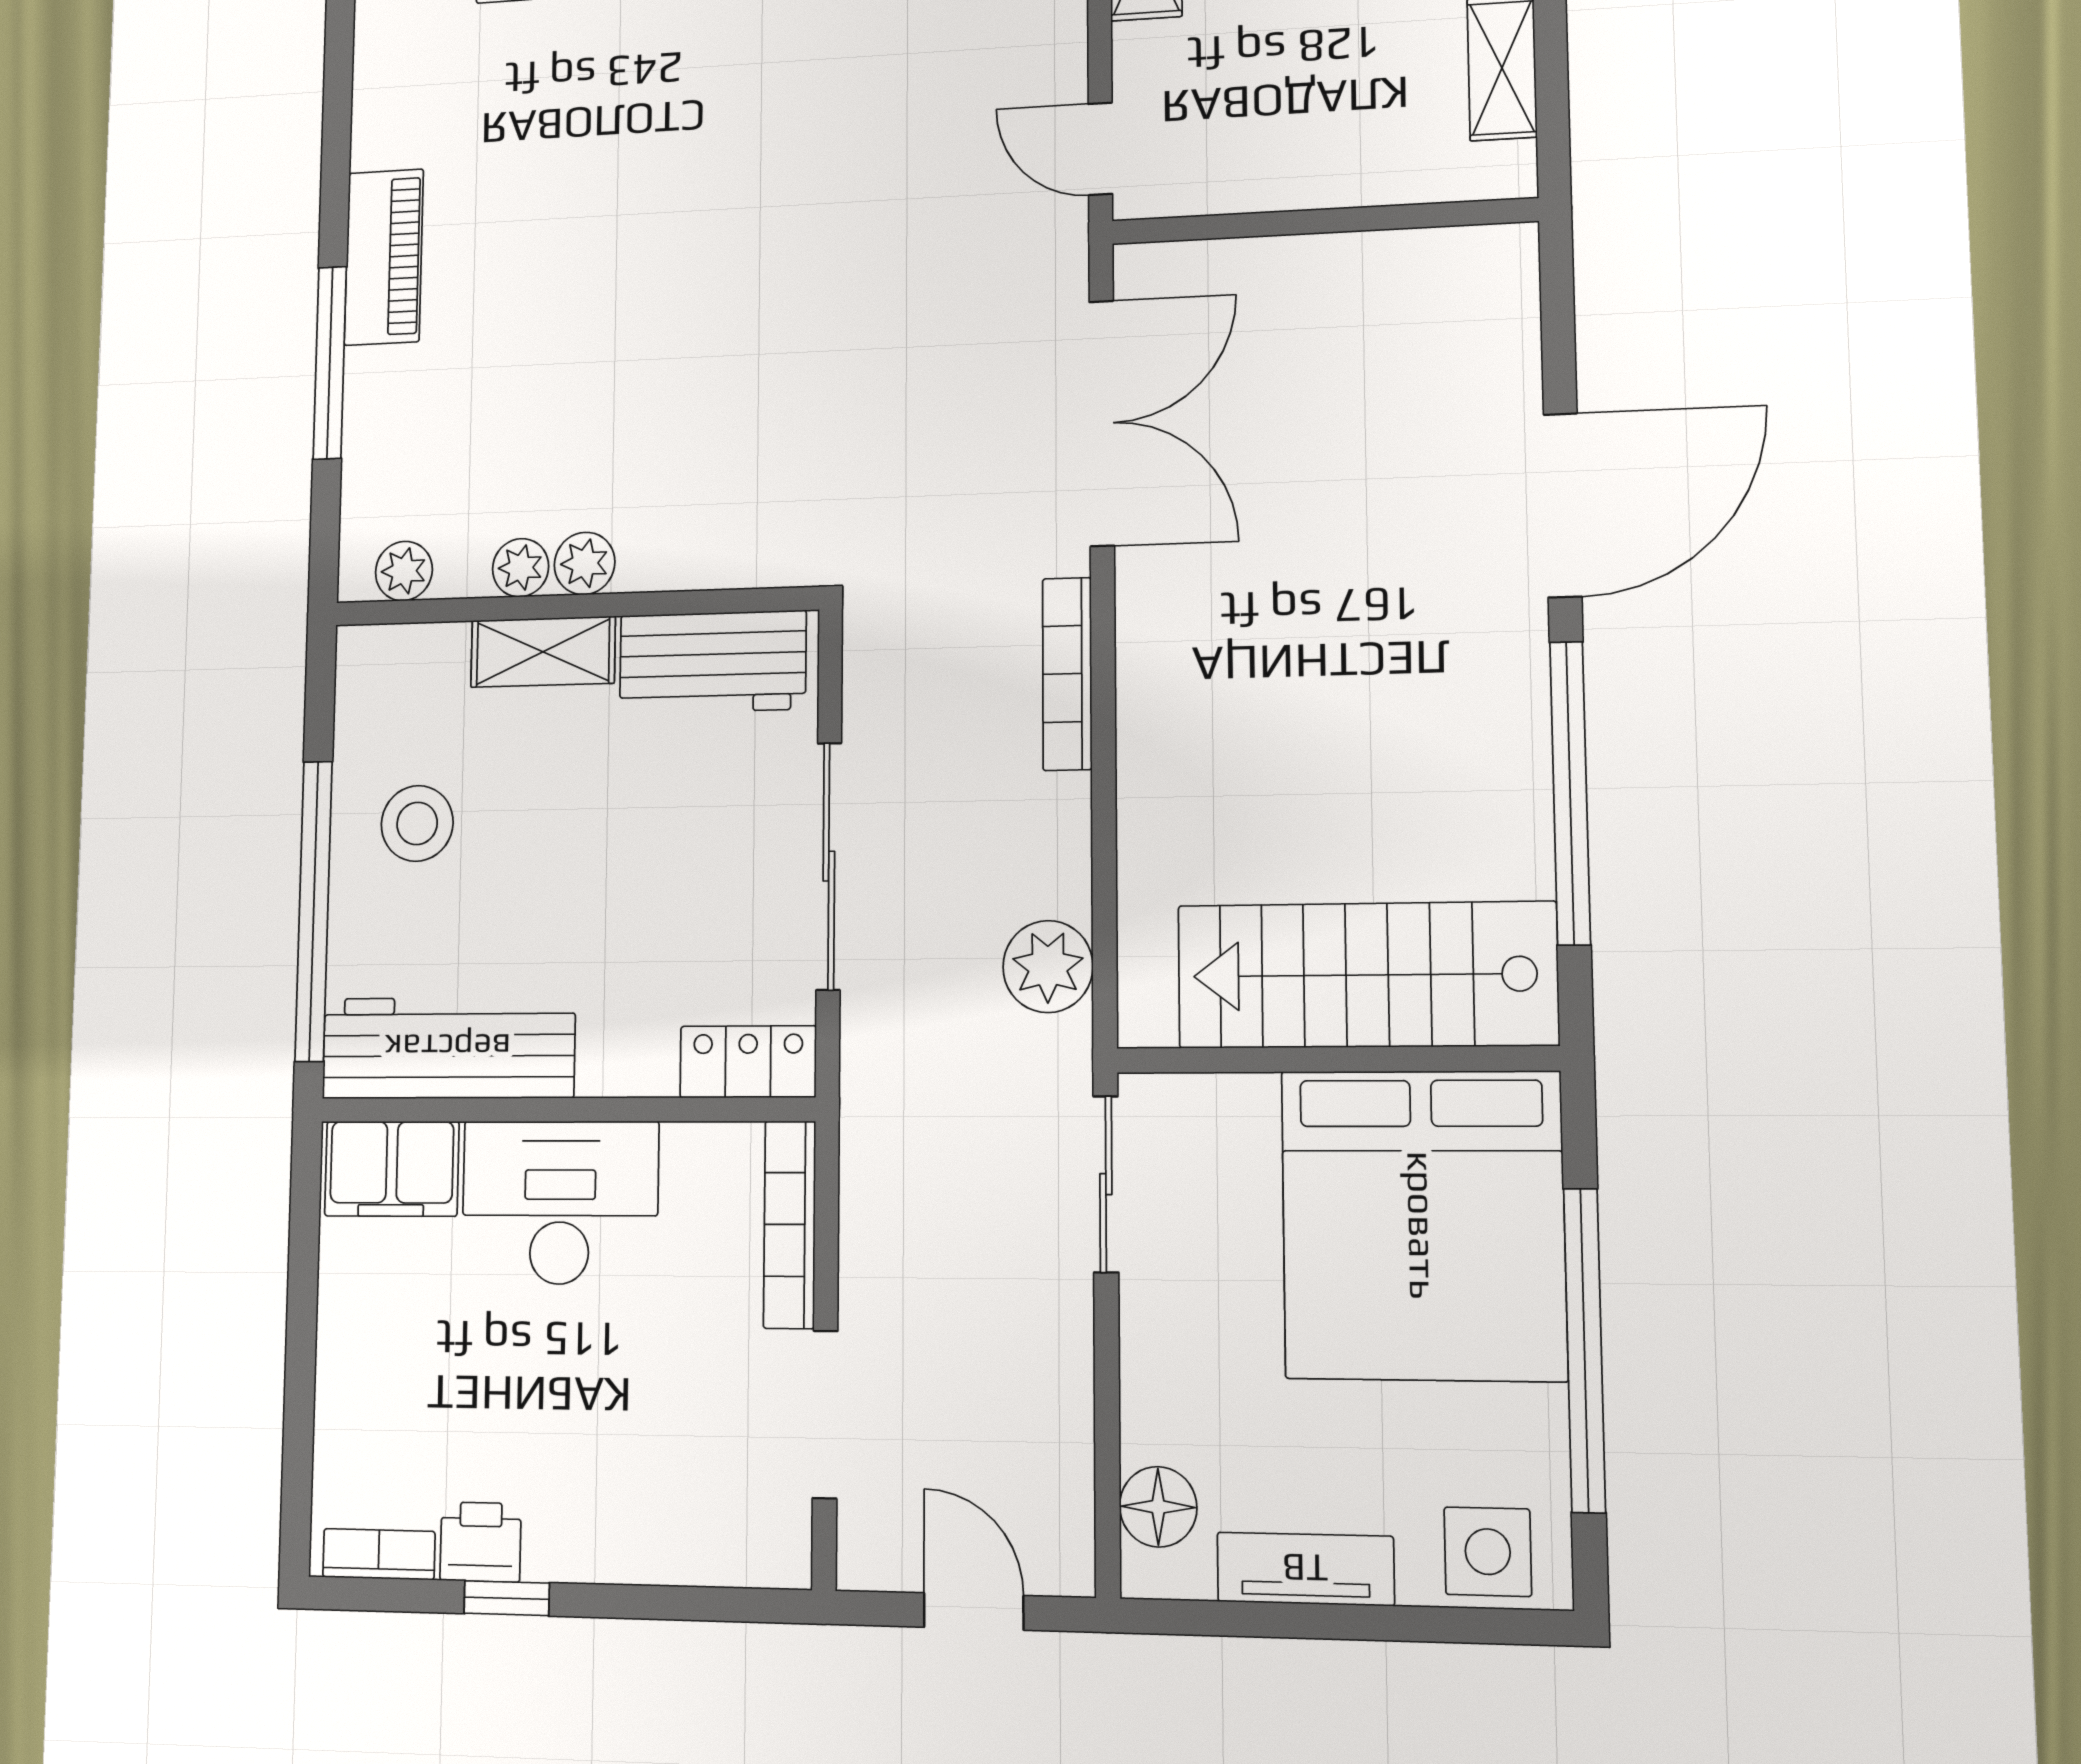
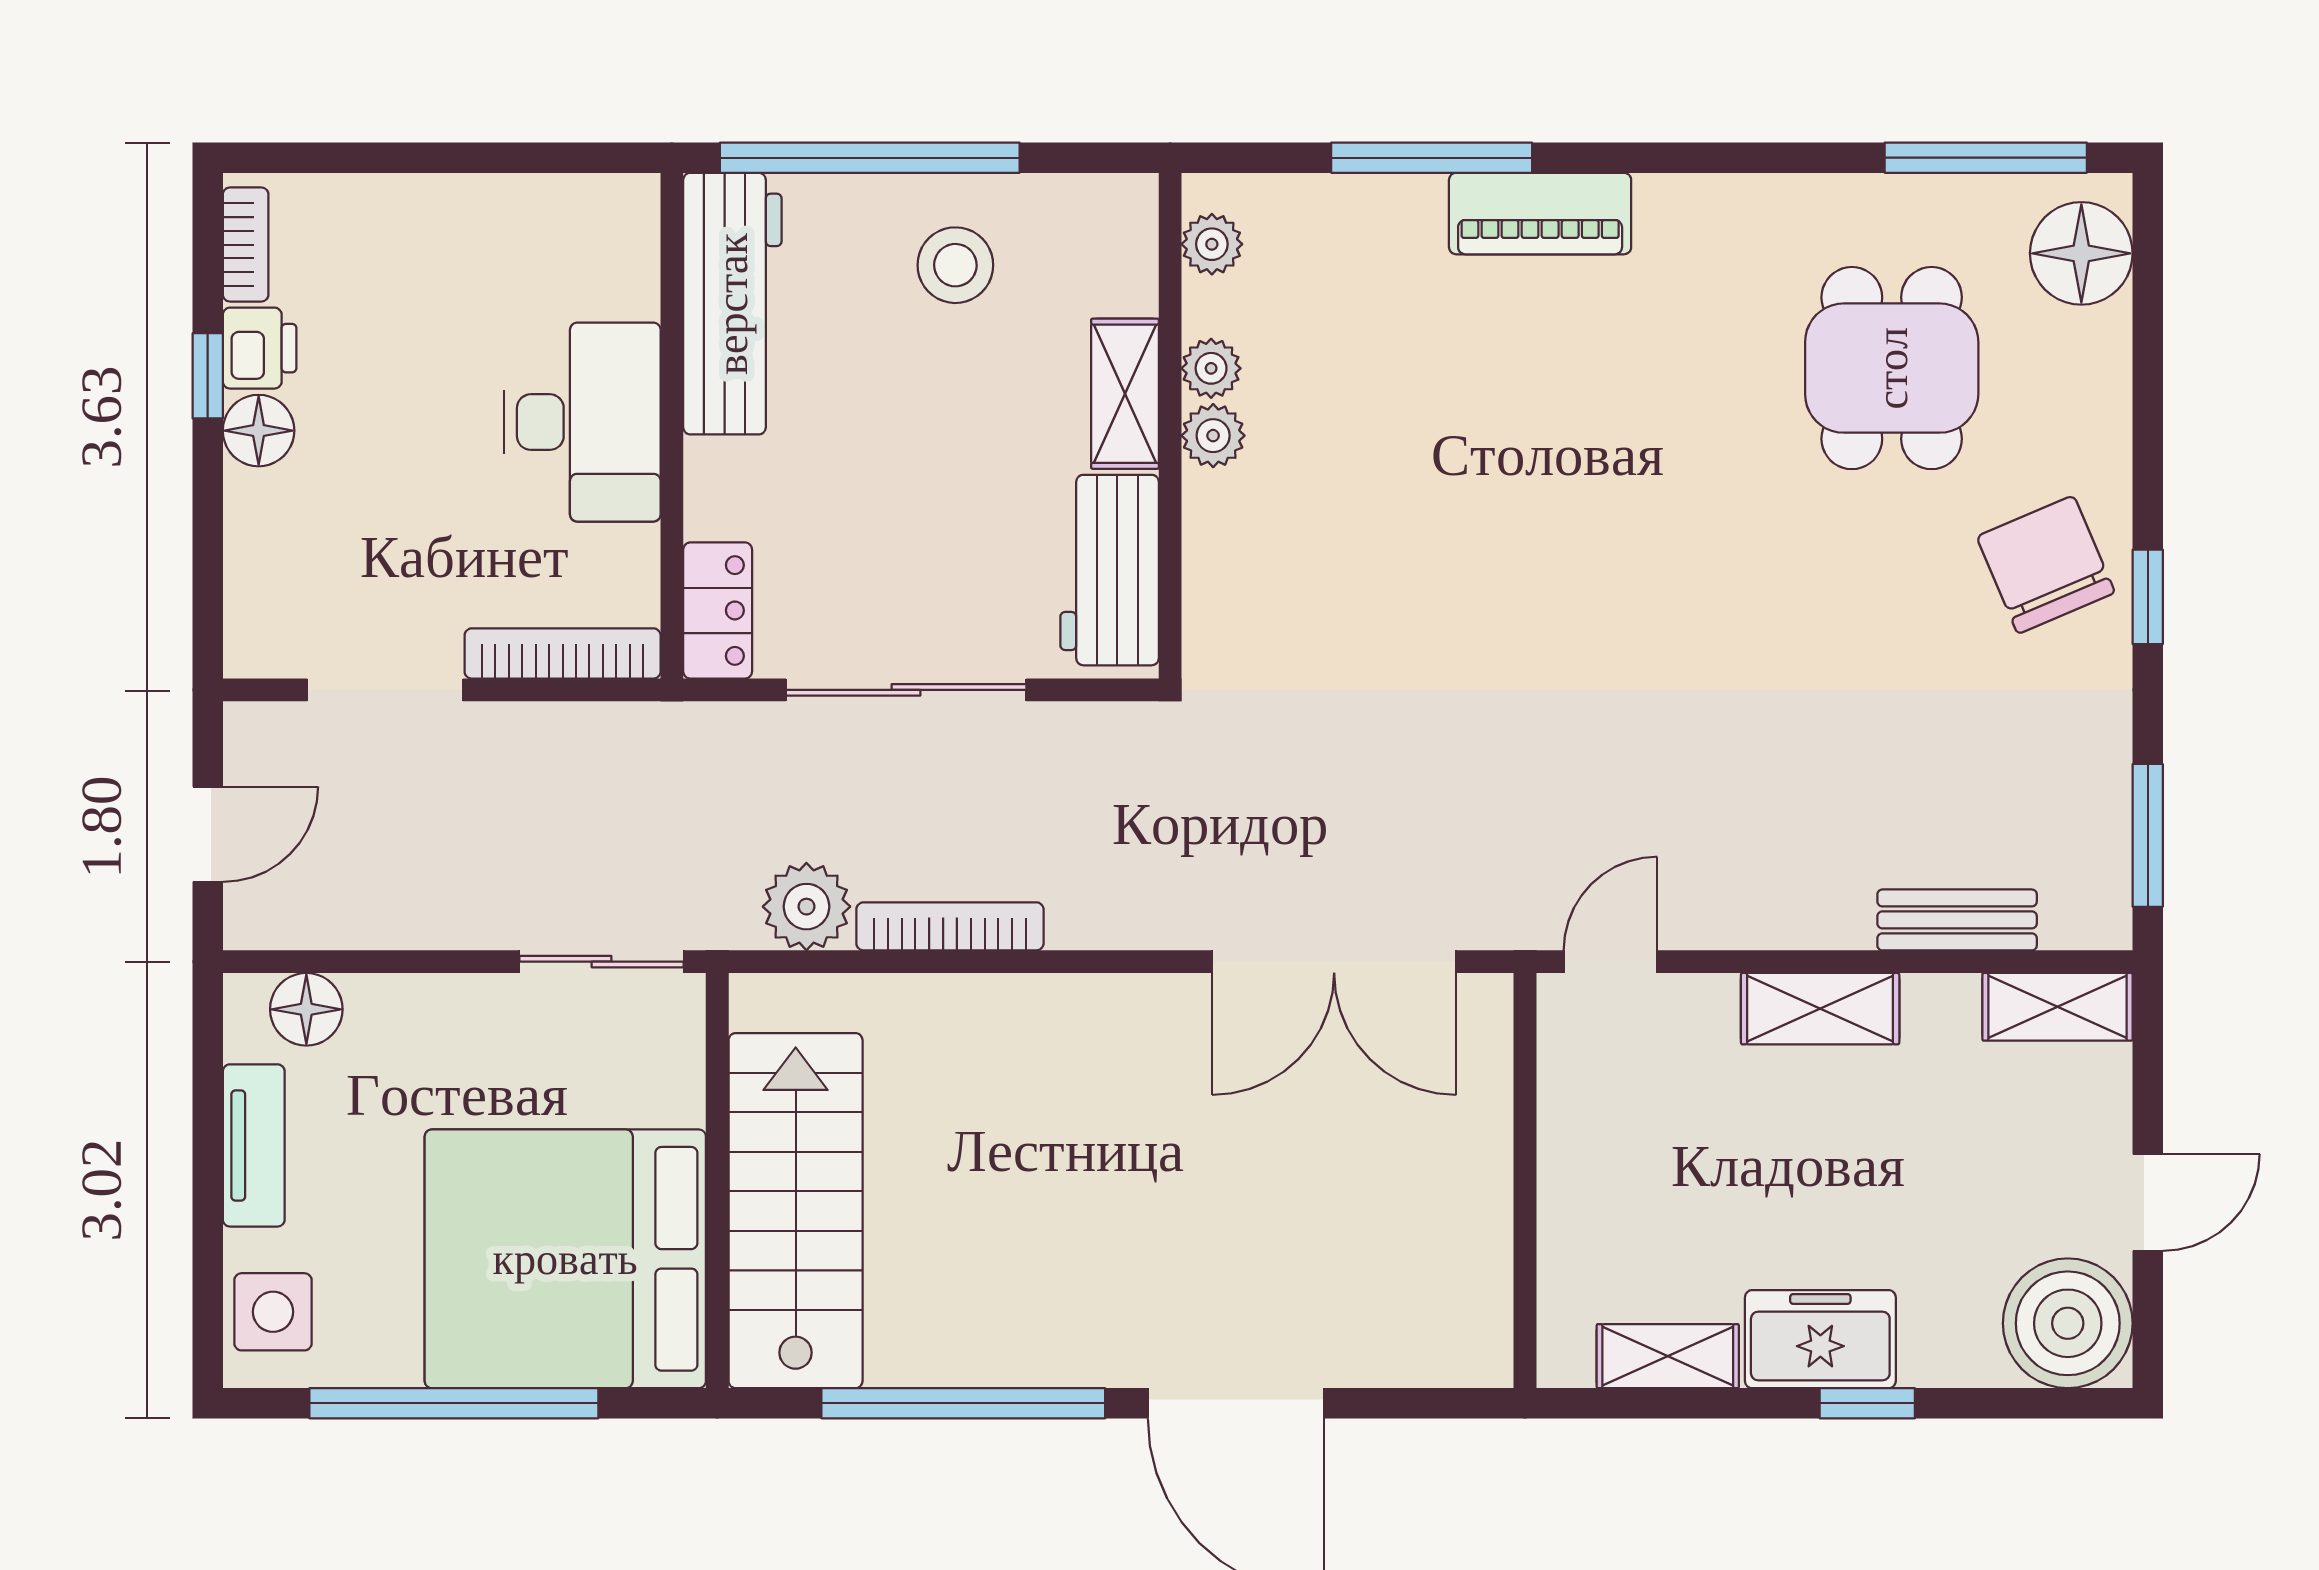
bookcase: (1067, 674) -> (950, 926), moved
filing cabinet: (392, 1169) -> (615, 248), removed
floor lamp: (562, 1545) -> (259, 431), added

